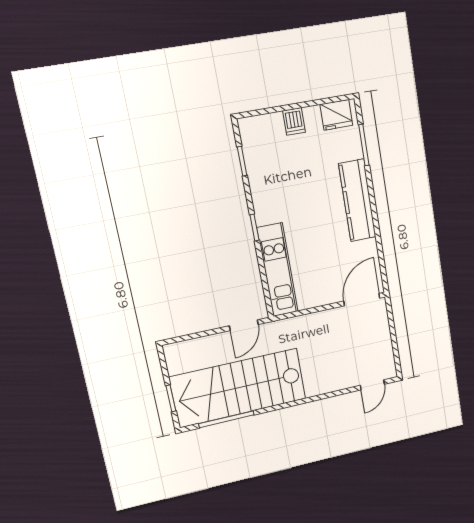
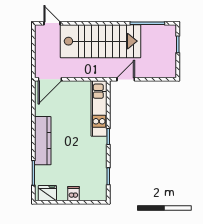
door: (372, 385) -> (52, 23), hinge flipped
stairs: (238, 388) -> (100, 41), moved

